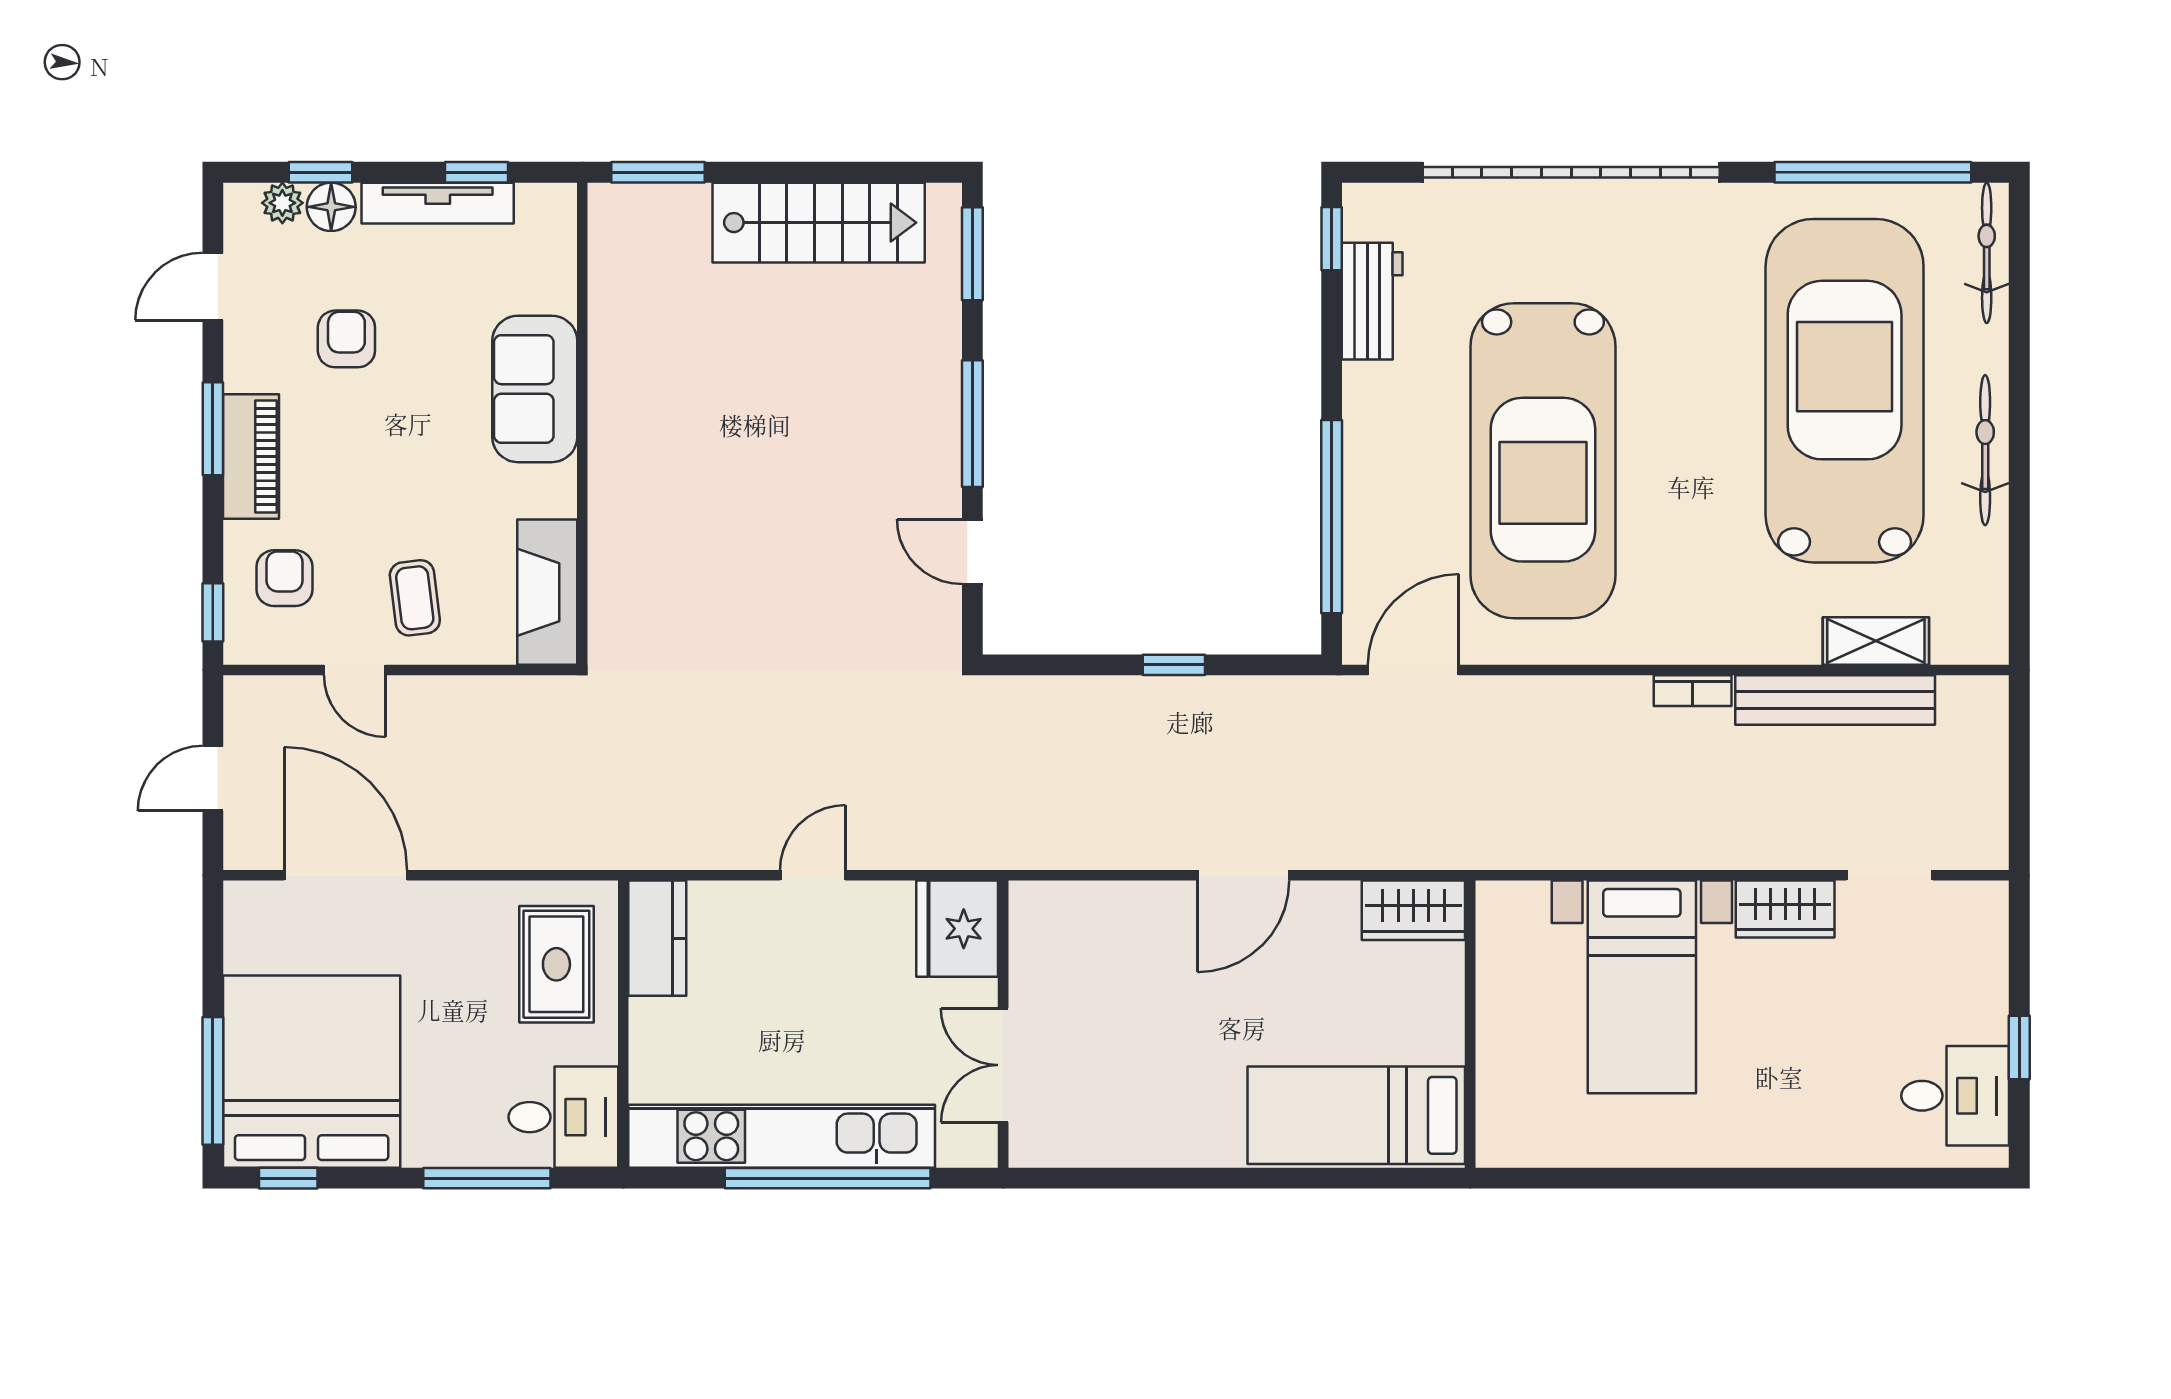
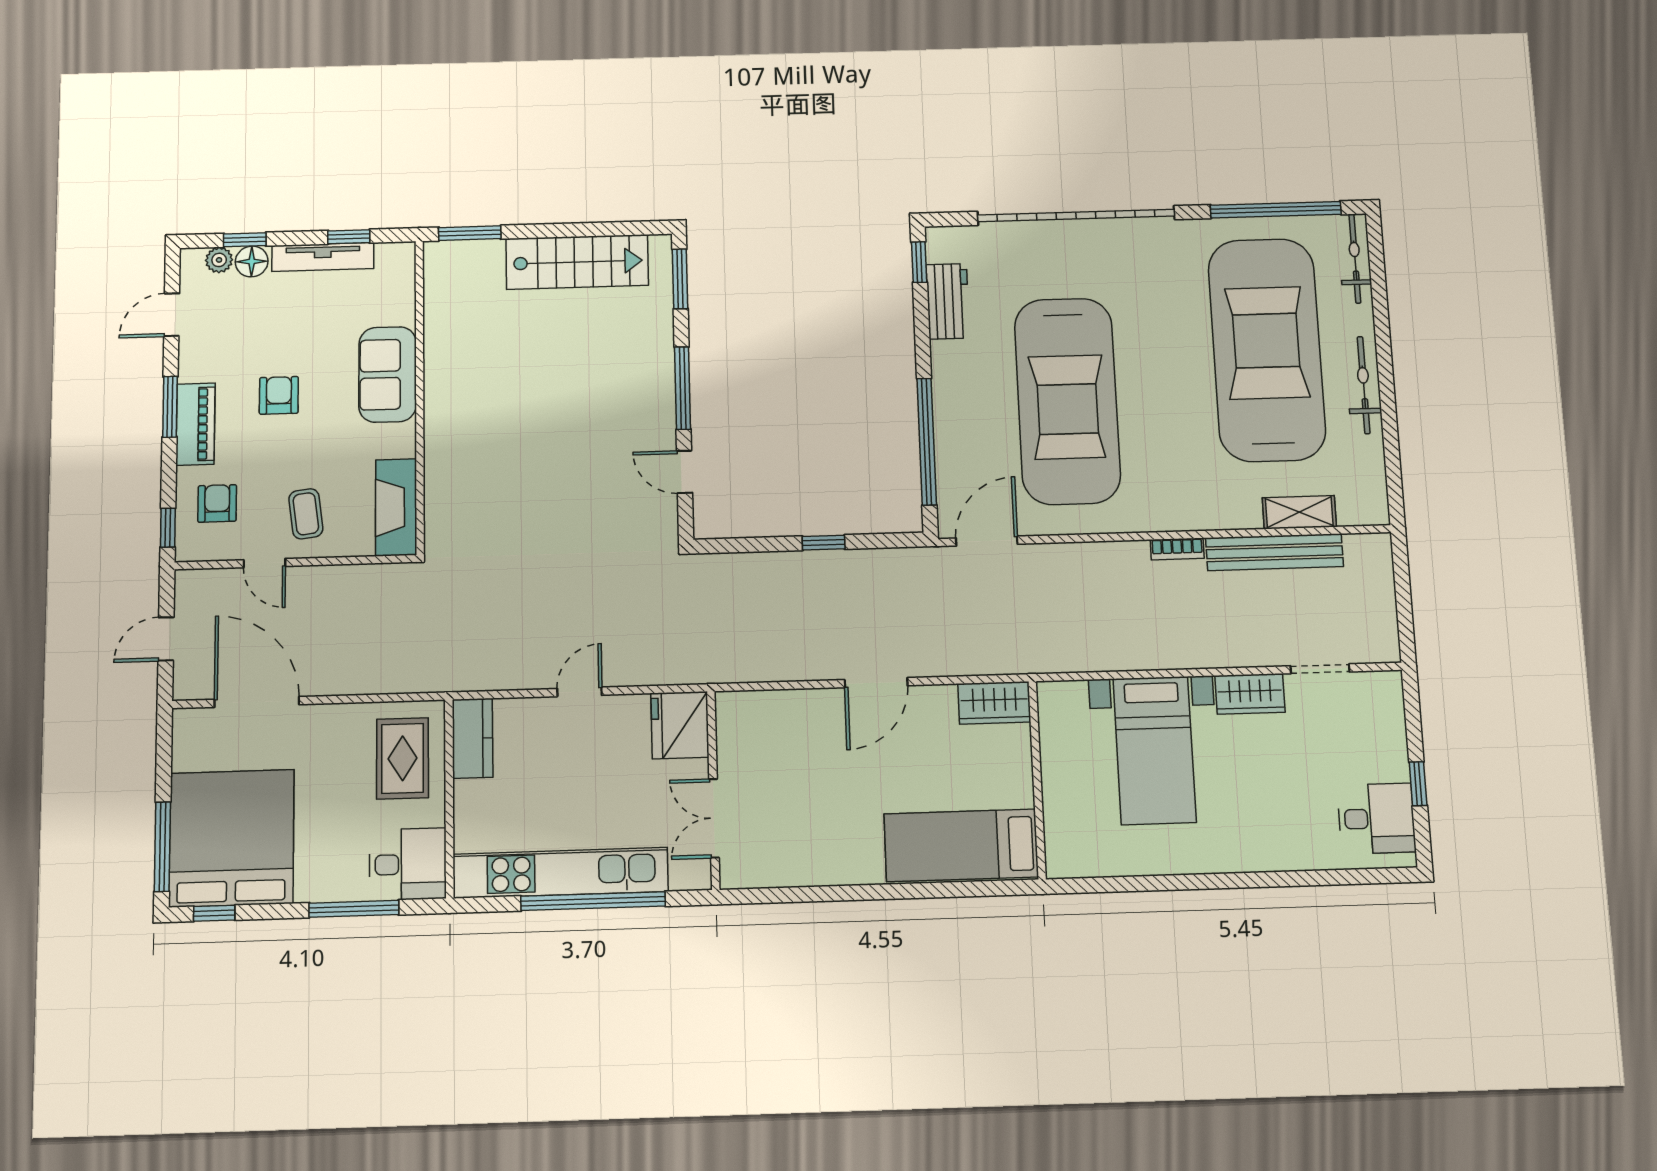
armchair: (346, 339) -> (279, 395), moved

